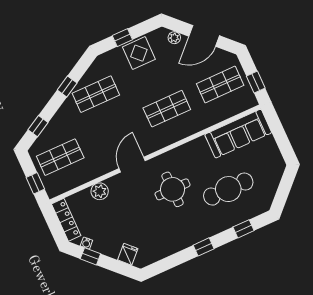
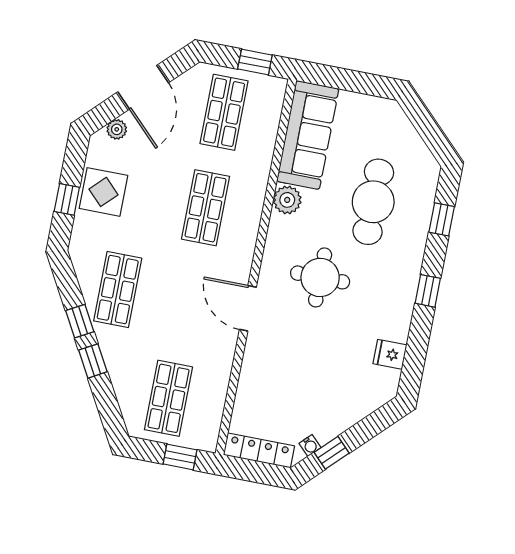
window: (38, 126) -> (93, 361), moved
plant: (100, 191) -> (287, 200), moved
fridge: (128, 254) -> (390, 354), moved, turned -45

